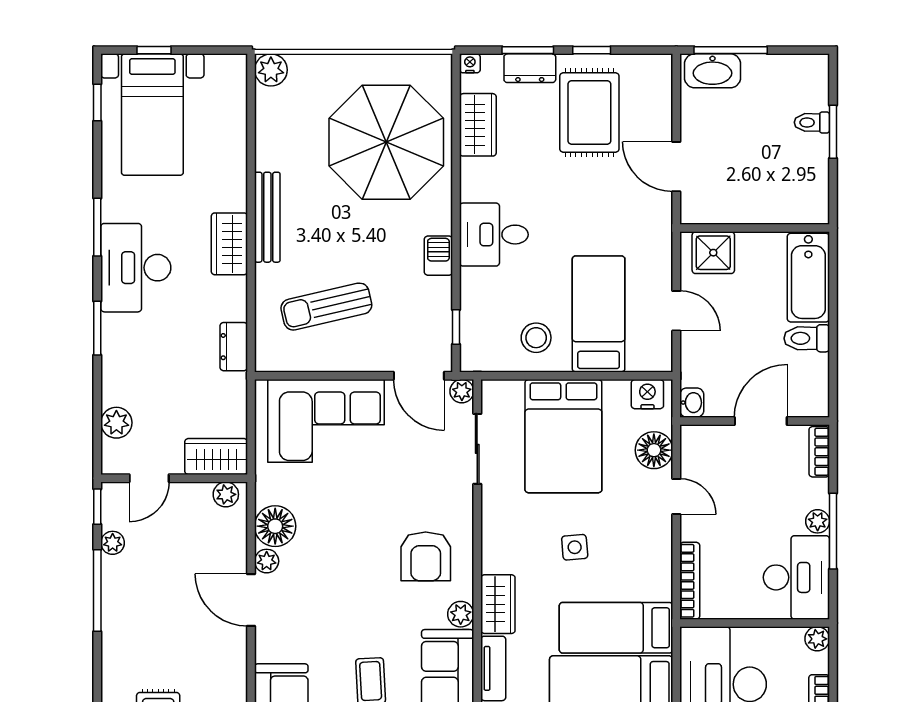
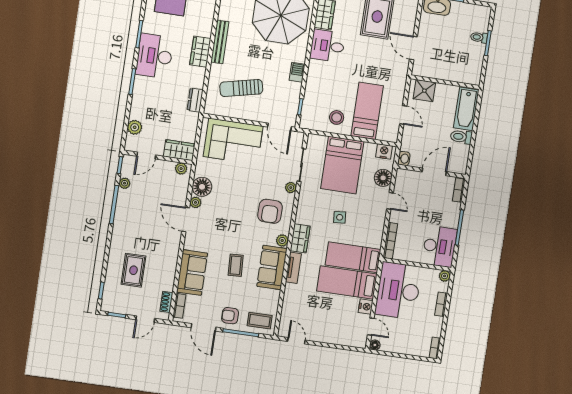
desk: (494, 235) -> (327, 46), moved
plant: (462, 391) -> (291, 188), moved
plant: (818, 521) -> (453, 222), removed

